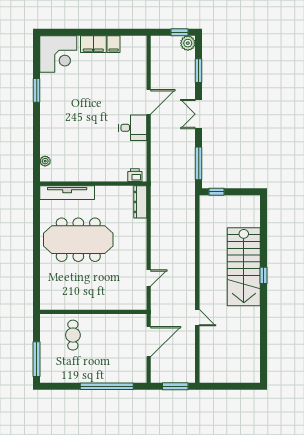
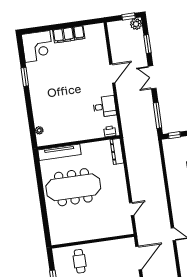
desk: (133, 128) -> (105, 107), moved

